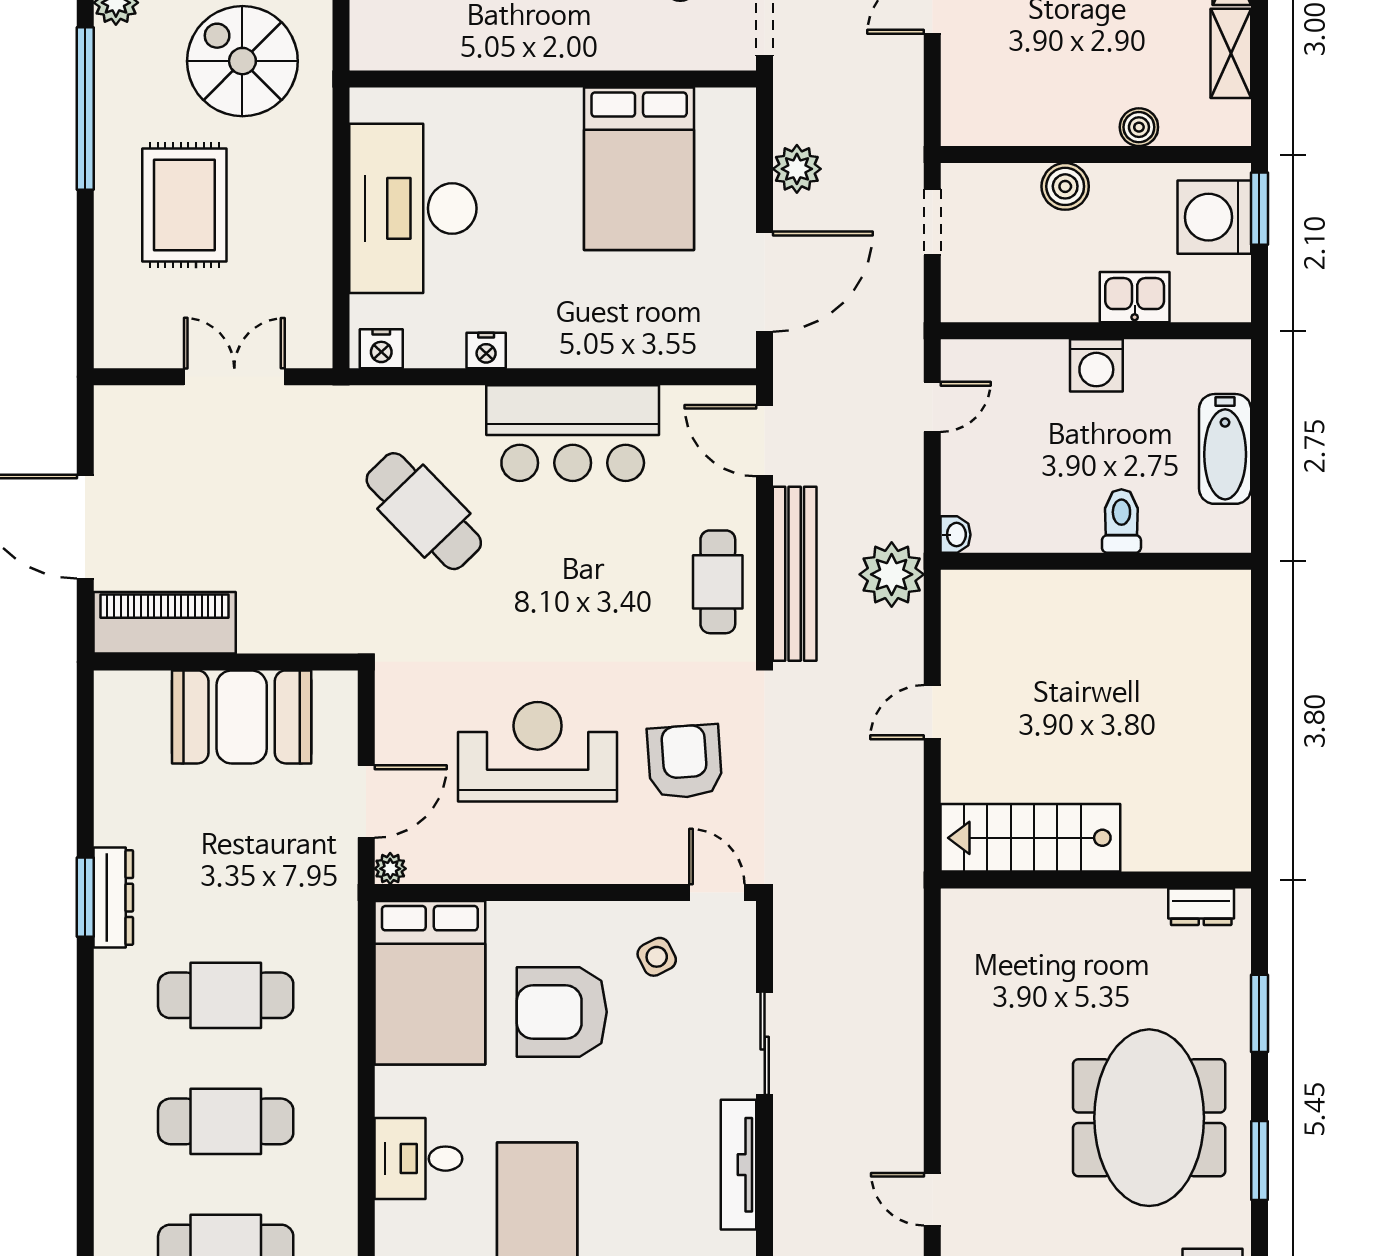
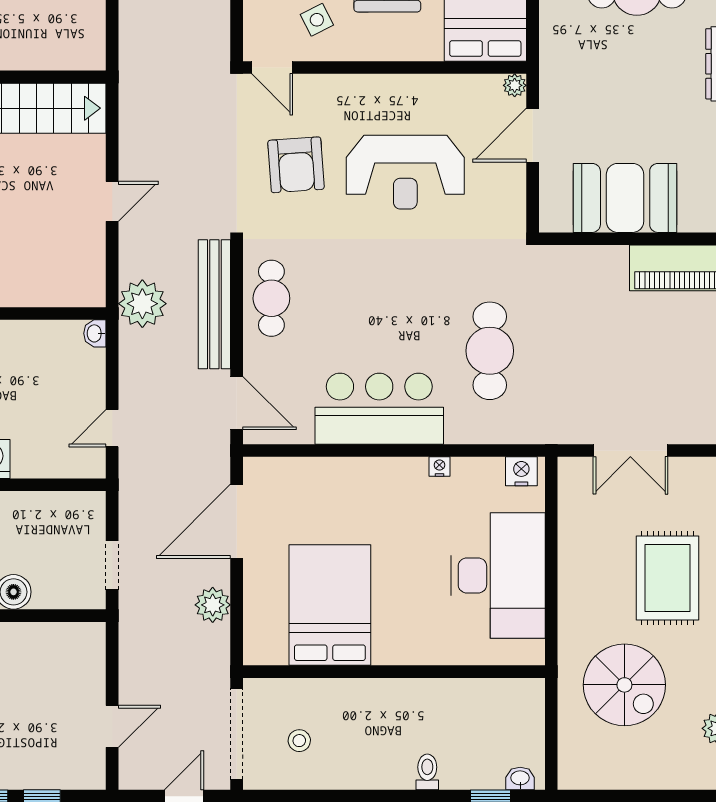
nightstand: (486, 350) -> (439, 467), width x0.72, depth x0.74
cafe table: (424, 511) -> (490, 351), turned 44

